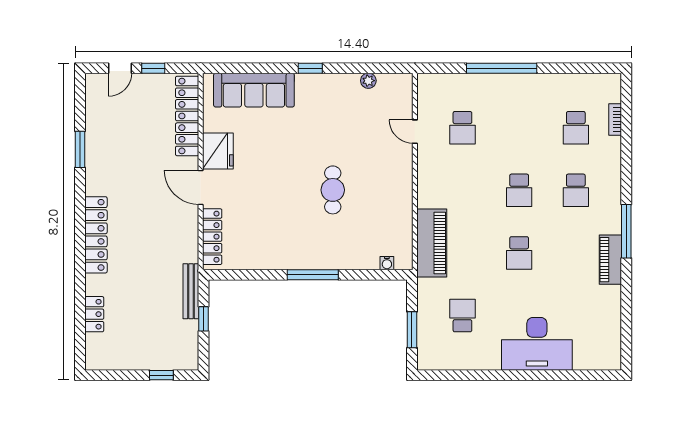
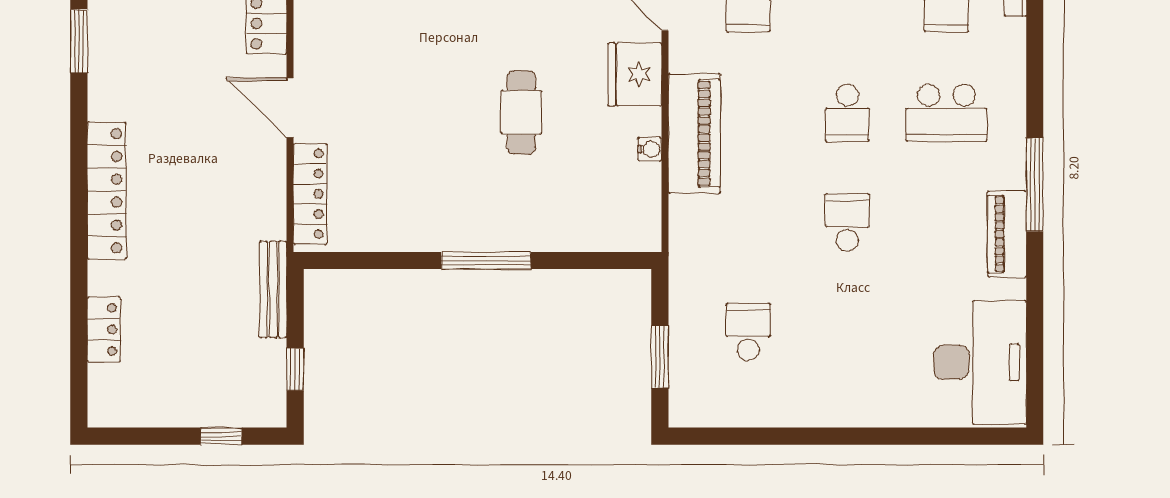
fridge: (218, 151) -> (635, 74), moved, turned 180
school desk: (576, 190) -> (946, 113), width x1.85
piano: (432, 243) -> (694, 133), moved
school desk: (519, 253) -> (847, 222), turned 180
water cooler: (387, 263) -> (650, 149), moved, turned -90
window: (204, 319) -> (295, 369), moved
desk: (537, 344) -> (980, 362), moved, turned -90

